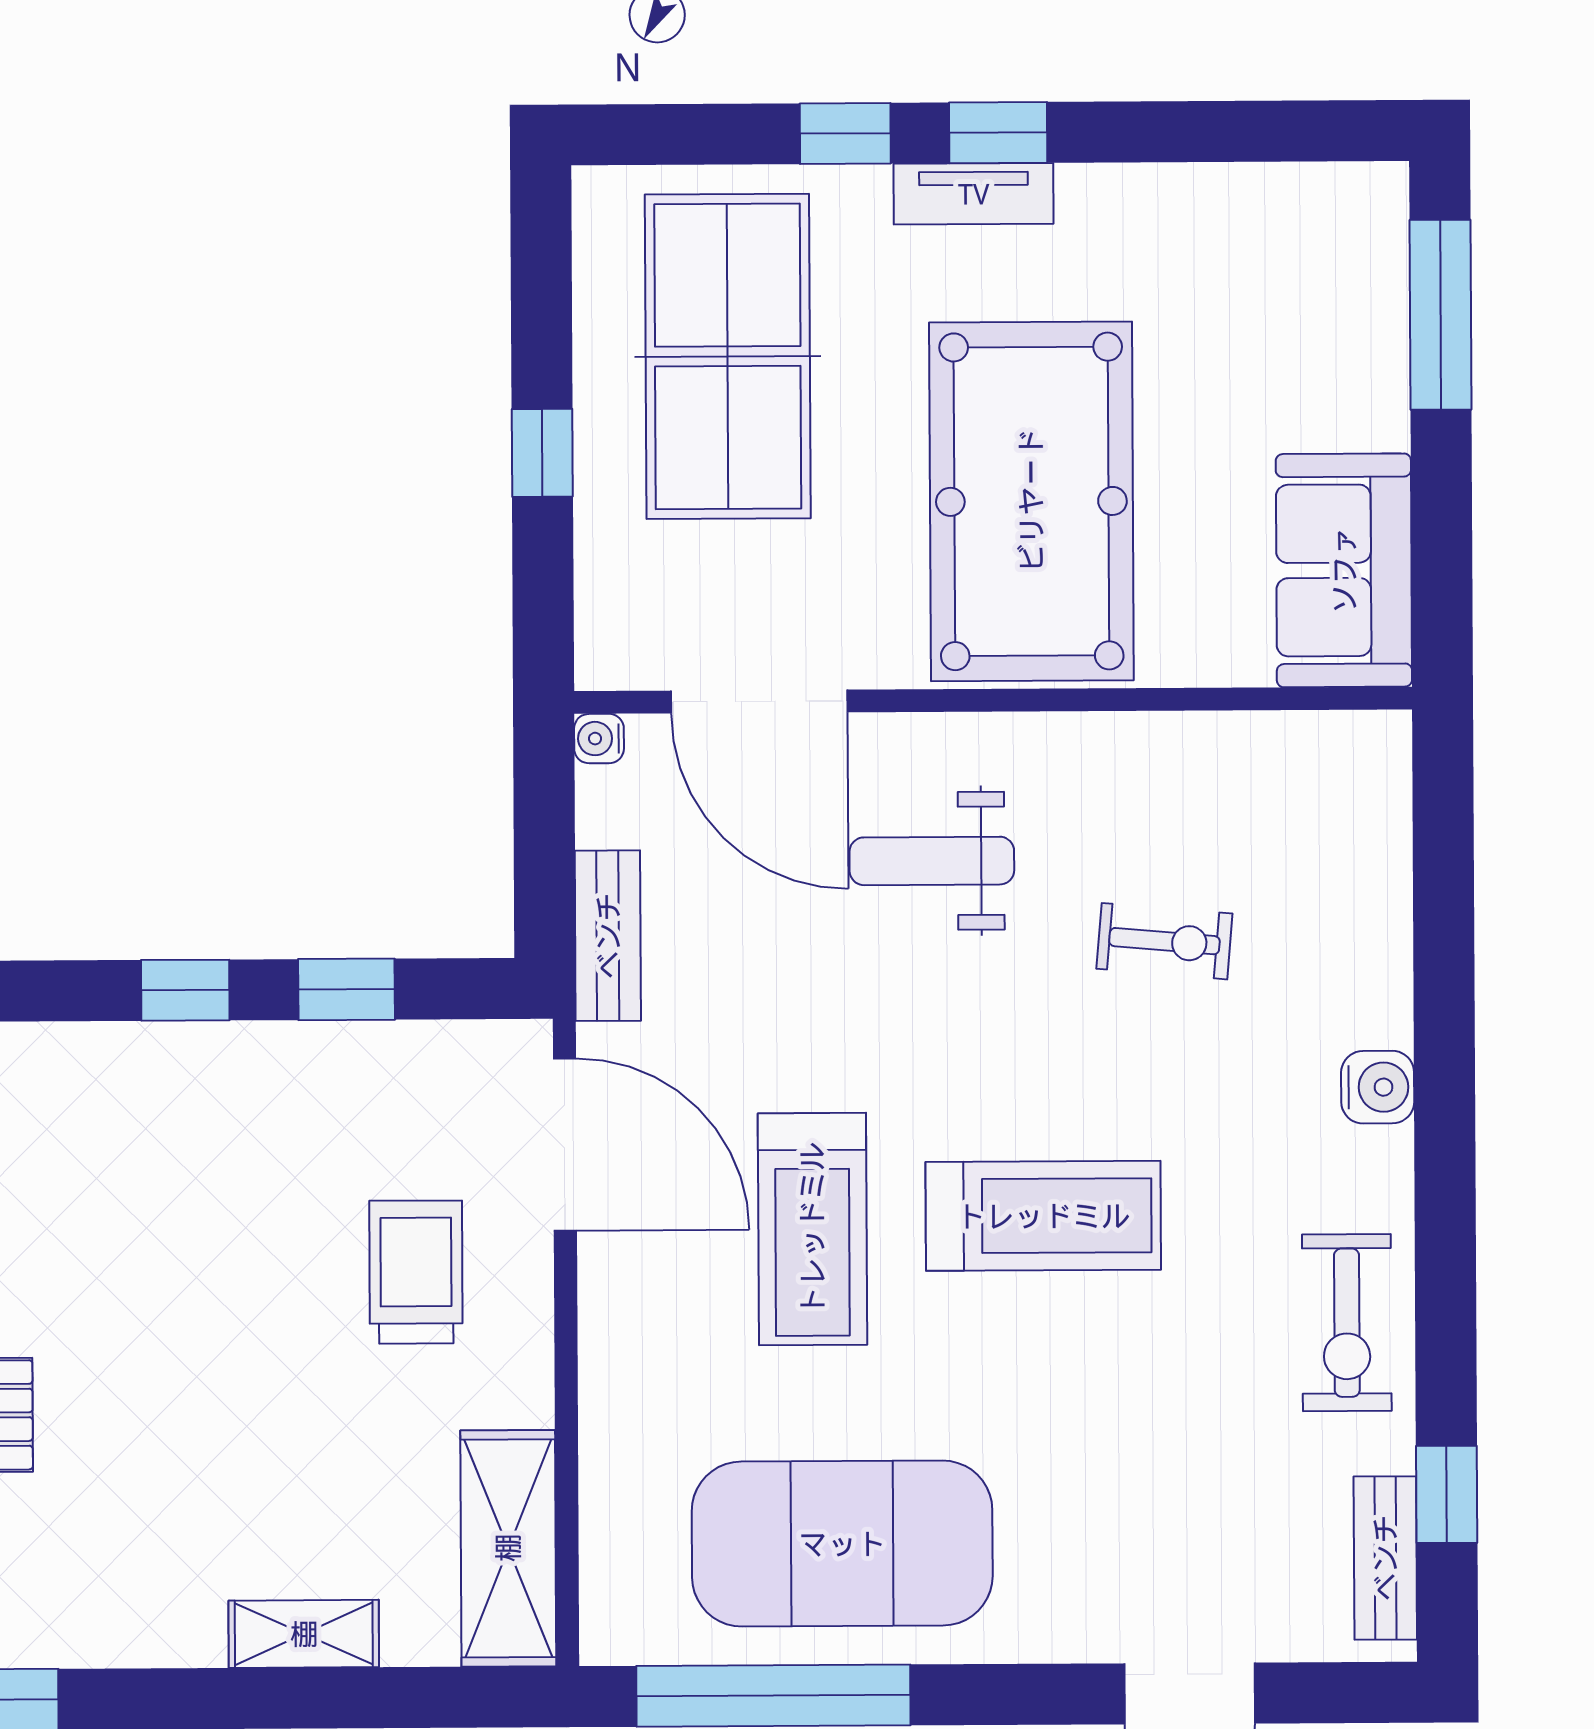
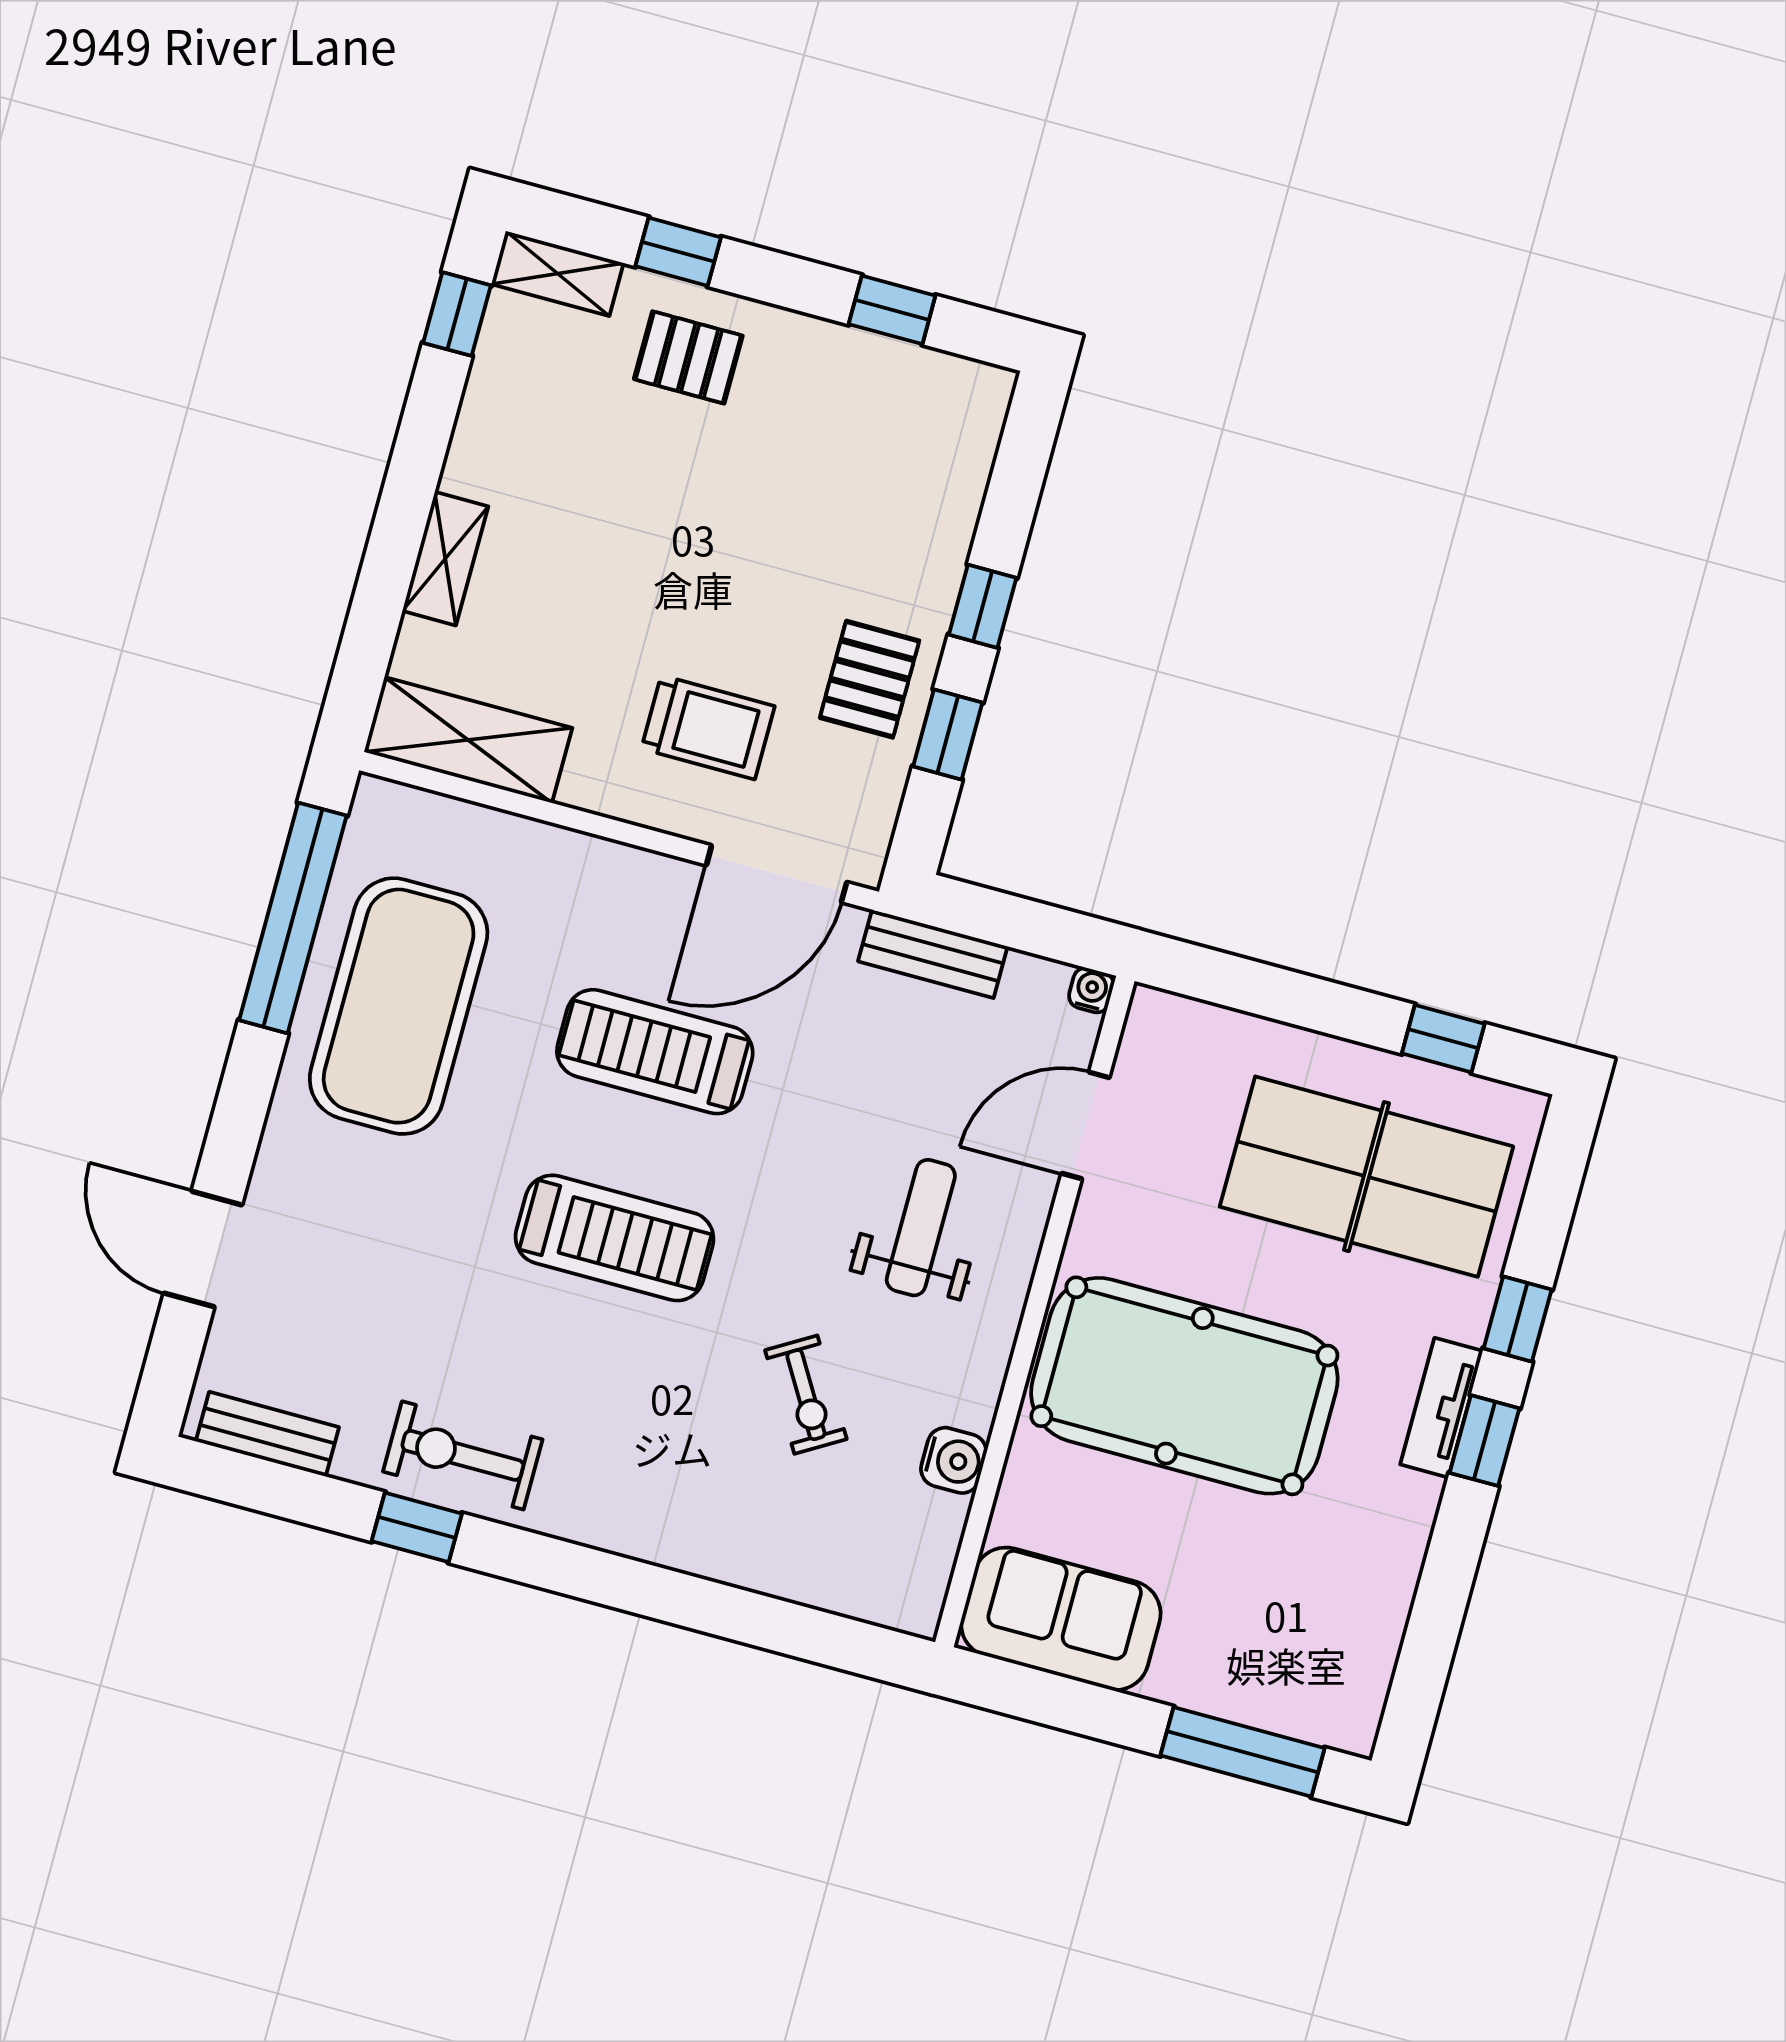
window: (542, 453) -> (1443, 1039), moved
door: (759, 702) -> (1085, 1126), width x0.73
exercise bike: (1164, 941) -> (806, 1395), turned -36
water cooler: (1378, 1087) -> (954, 1460), moved, turned -90
pallet: (307, 1099) -> (870, 679), added
treadmill: (1043, 1216) -> (615, 1238), turned -90
window: (1447, 1494) -> (417, 1527), moved

